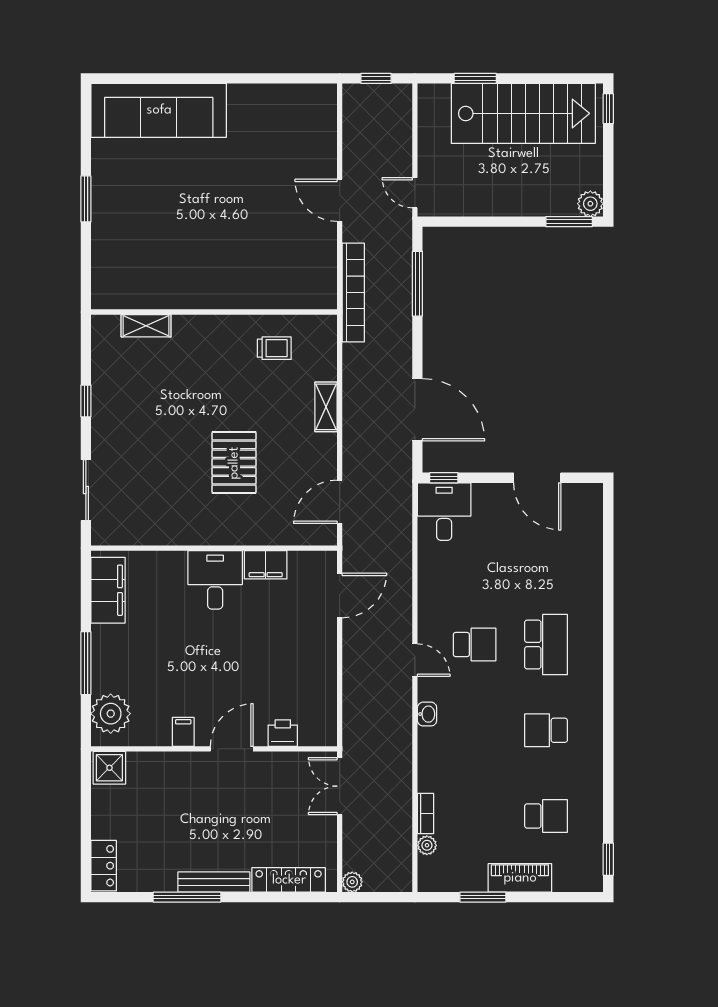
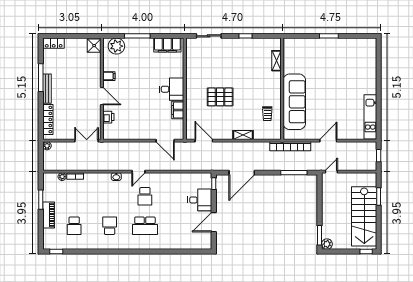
kitchen unit: (282, 99) -> (370, 117), added
sofa: (159, 110) -> (294, 102), moved, turned 180
desk: (444, 512) -> (200, 200), moved

